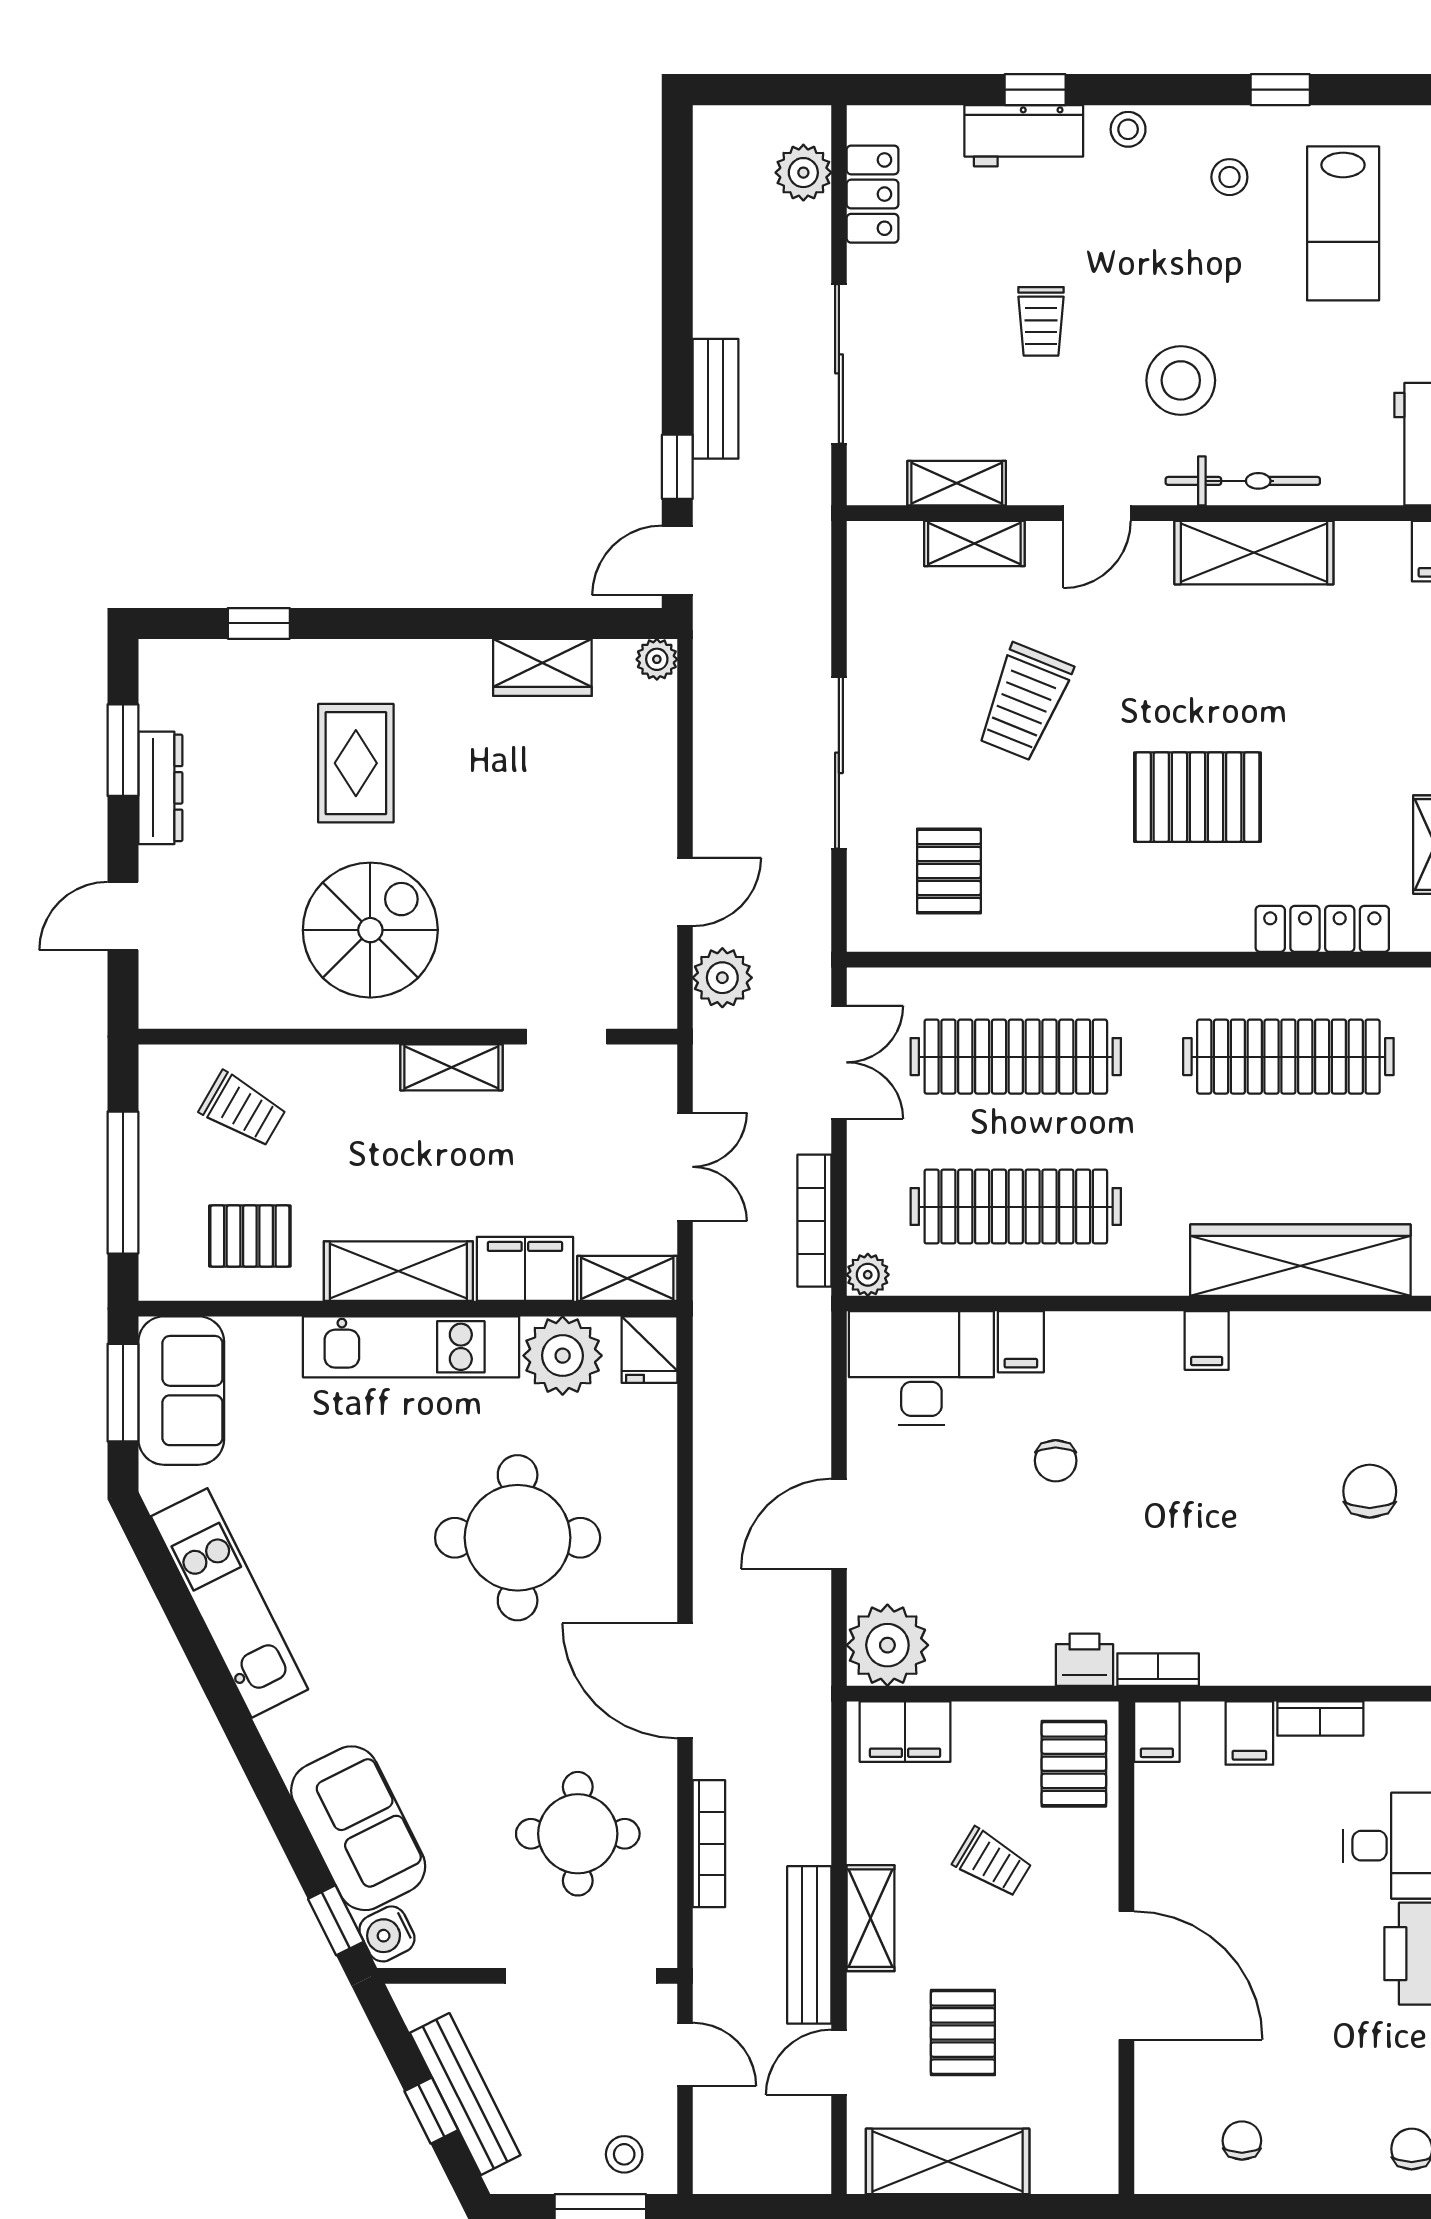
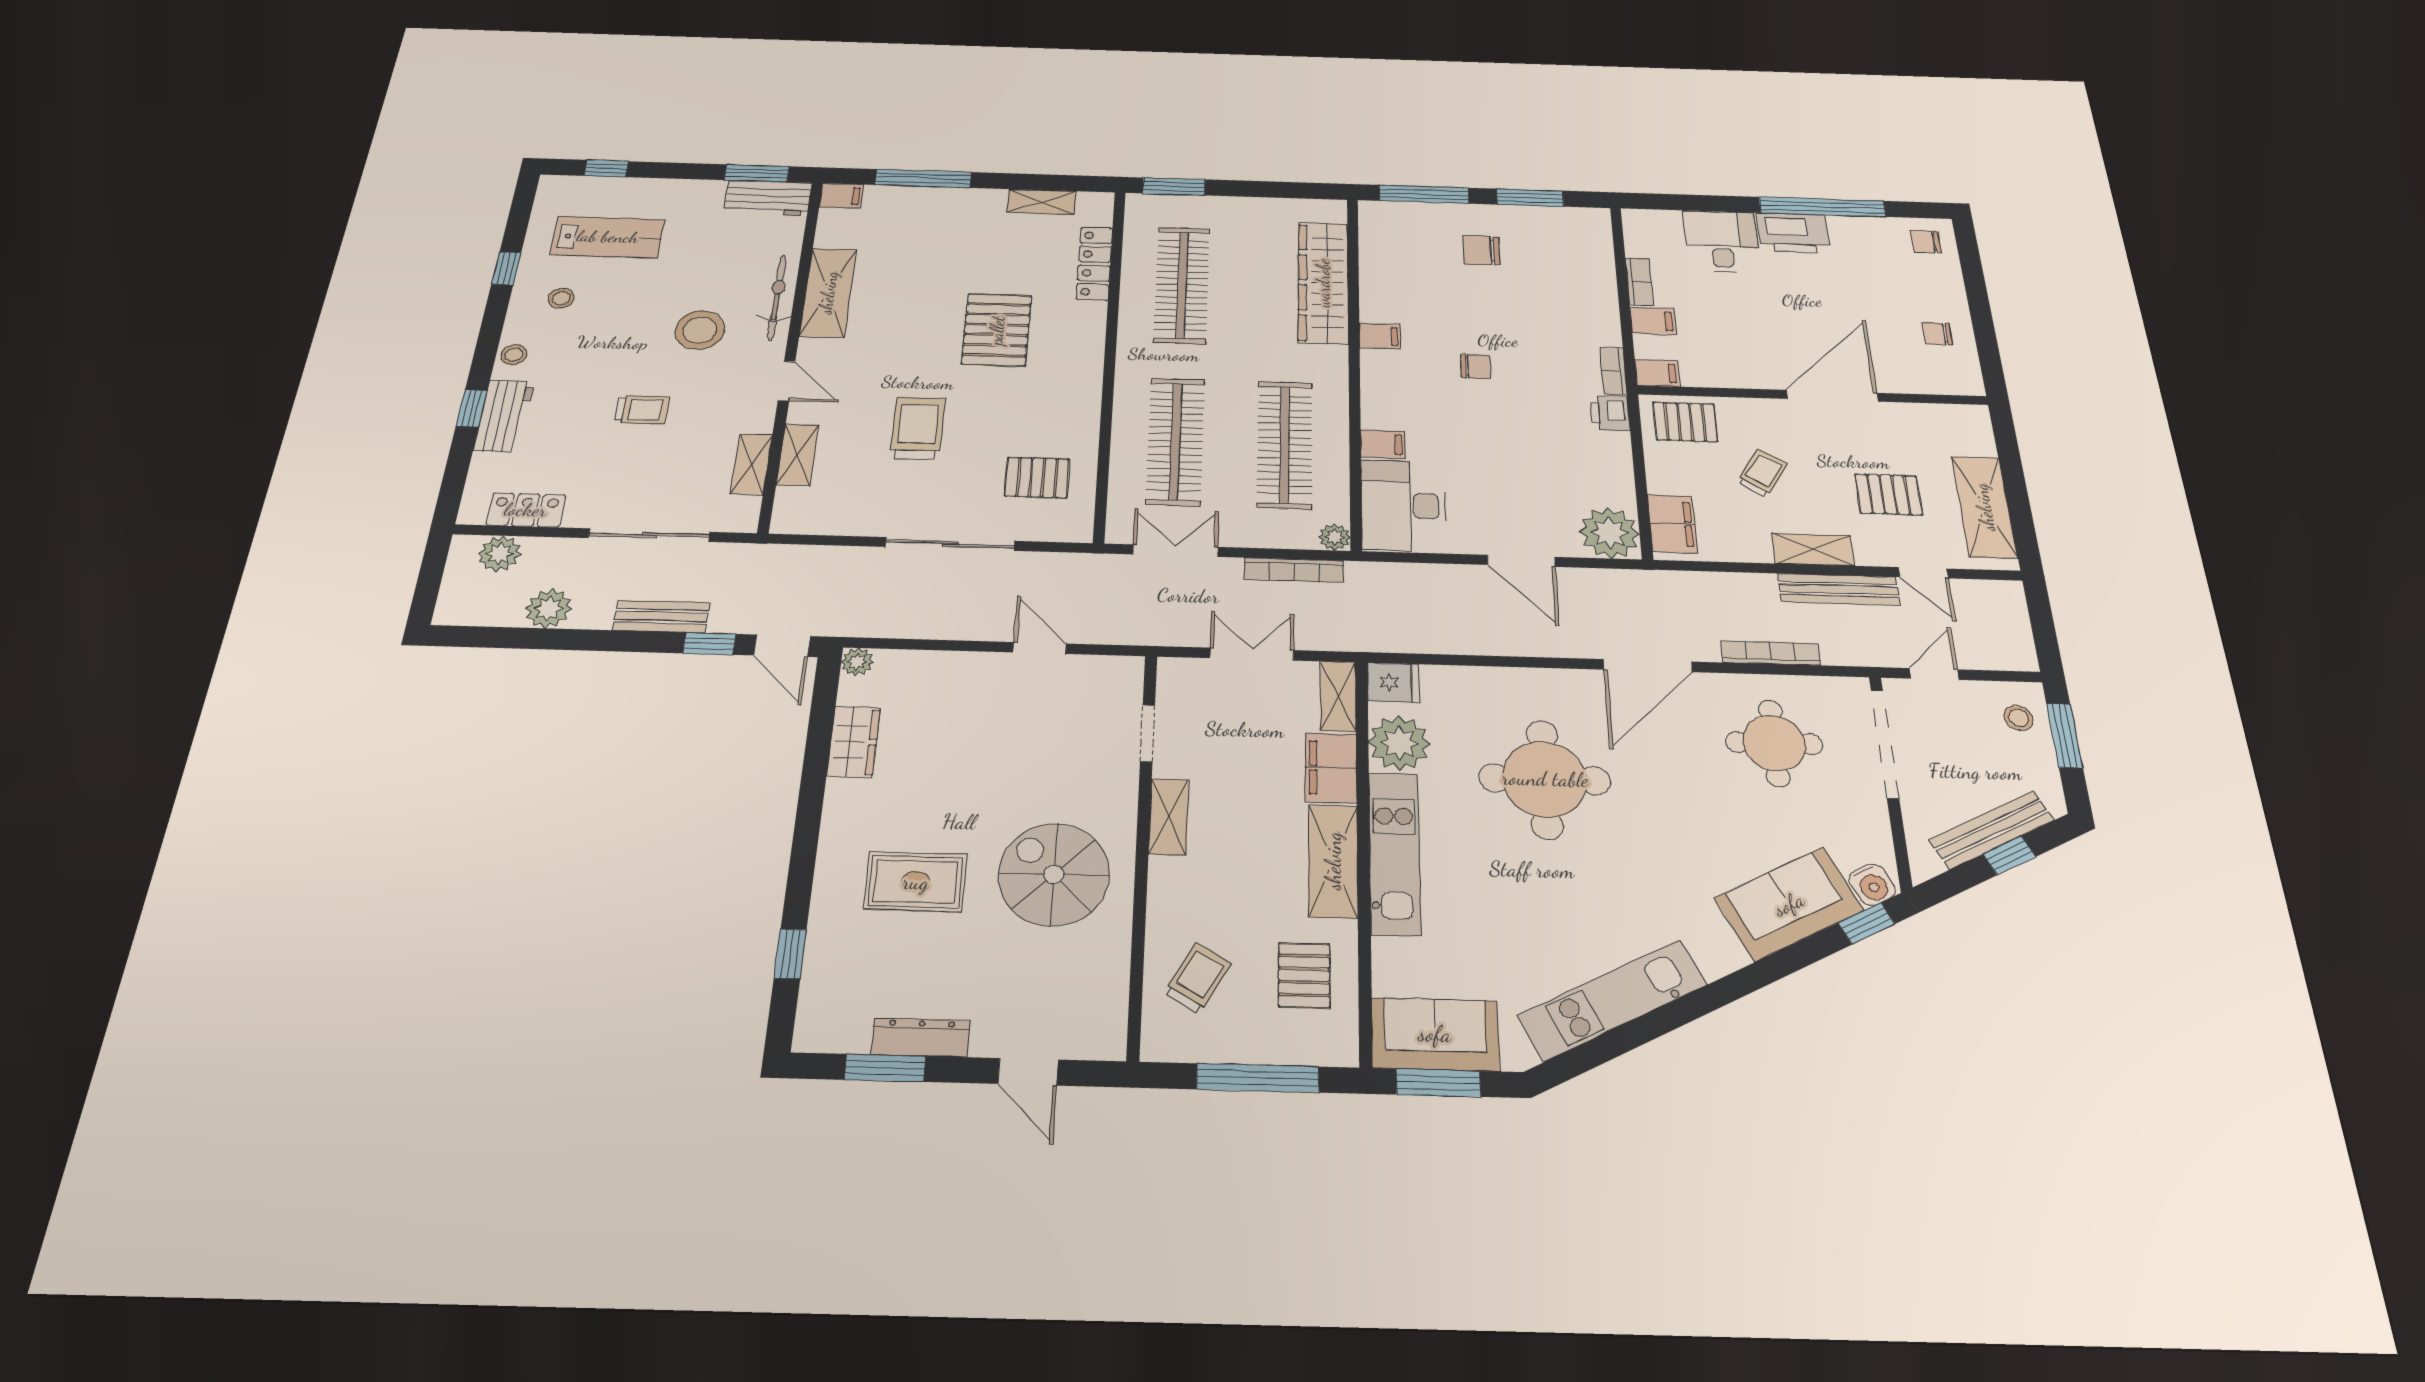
trolley: (1024, 702) -> (918, 428), turned -112
plant: (722, 978) -> (549, 609), moved
chair: (1056, 1461) -> (1476, 366), moved

